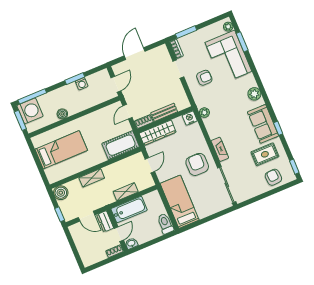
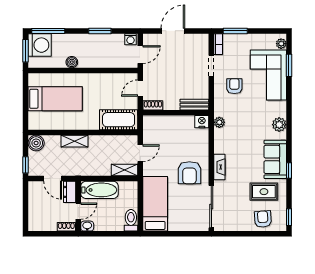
armchair: (204, 78) -> (234, 86), turned -90
washing machine: (82, 84) -> (130, 39), moved
bench: (164, 112) -> (194, 105), moved
wardrobe: (158, 133) -> (162, 123), removed
armchair: (197, 164) -> (189, 173), turned 180
shelving: (126, 192) -> (124, 170), moved

